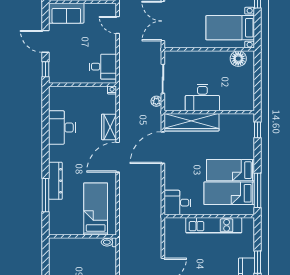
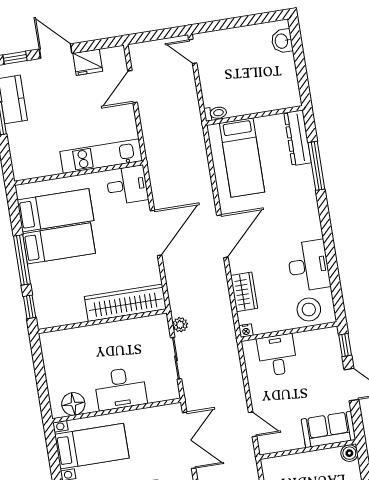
desk: (103, 67) -> (277, 355), moved, turned 90
stool: (67, 97) -> (309, 309), added
desk: (202, 98) -> (120, 389), moved, turned 180
wardrobe: (109, 127) -> (244, 292), moved
door: (163, 148) -> (156, 233), moved
dresser: (55, 181) -> (298, 138), moved
window: (258, 190) -> (22, 260), moved
kitchen unit: (214, 225) -> (101, 156), moved

